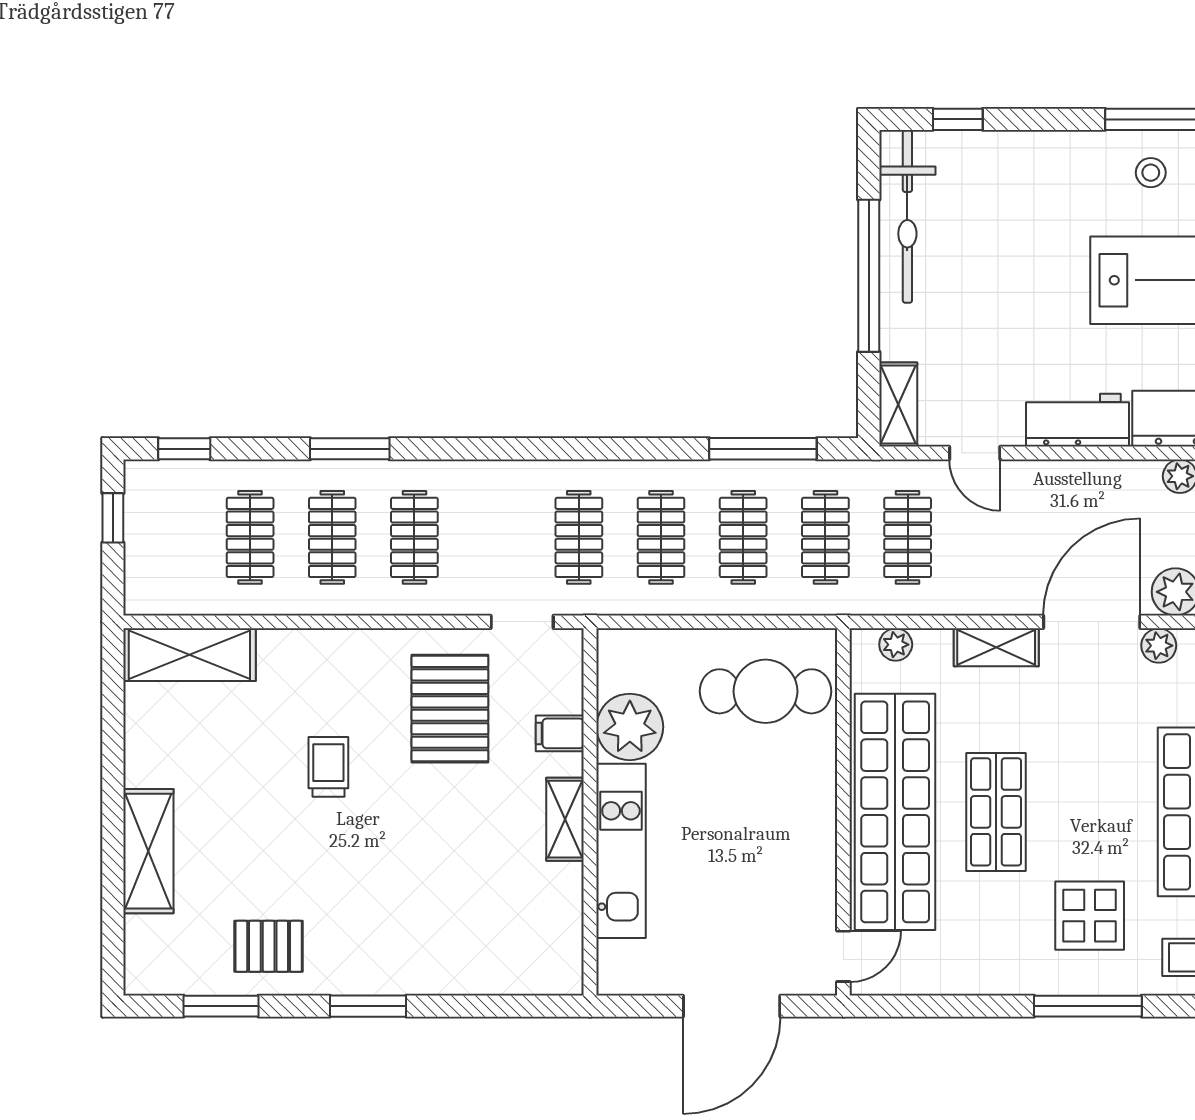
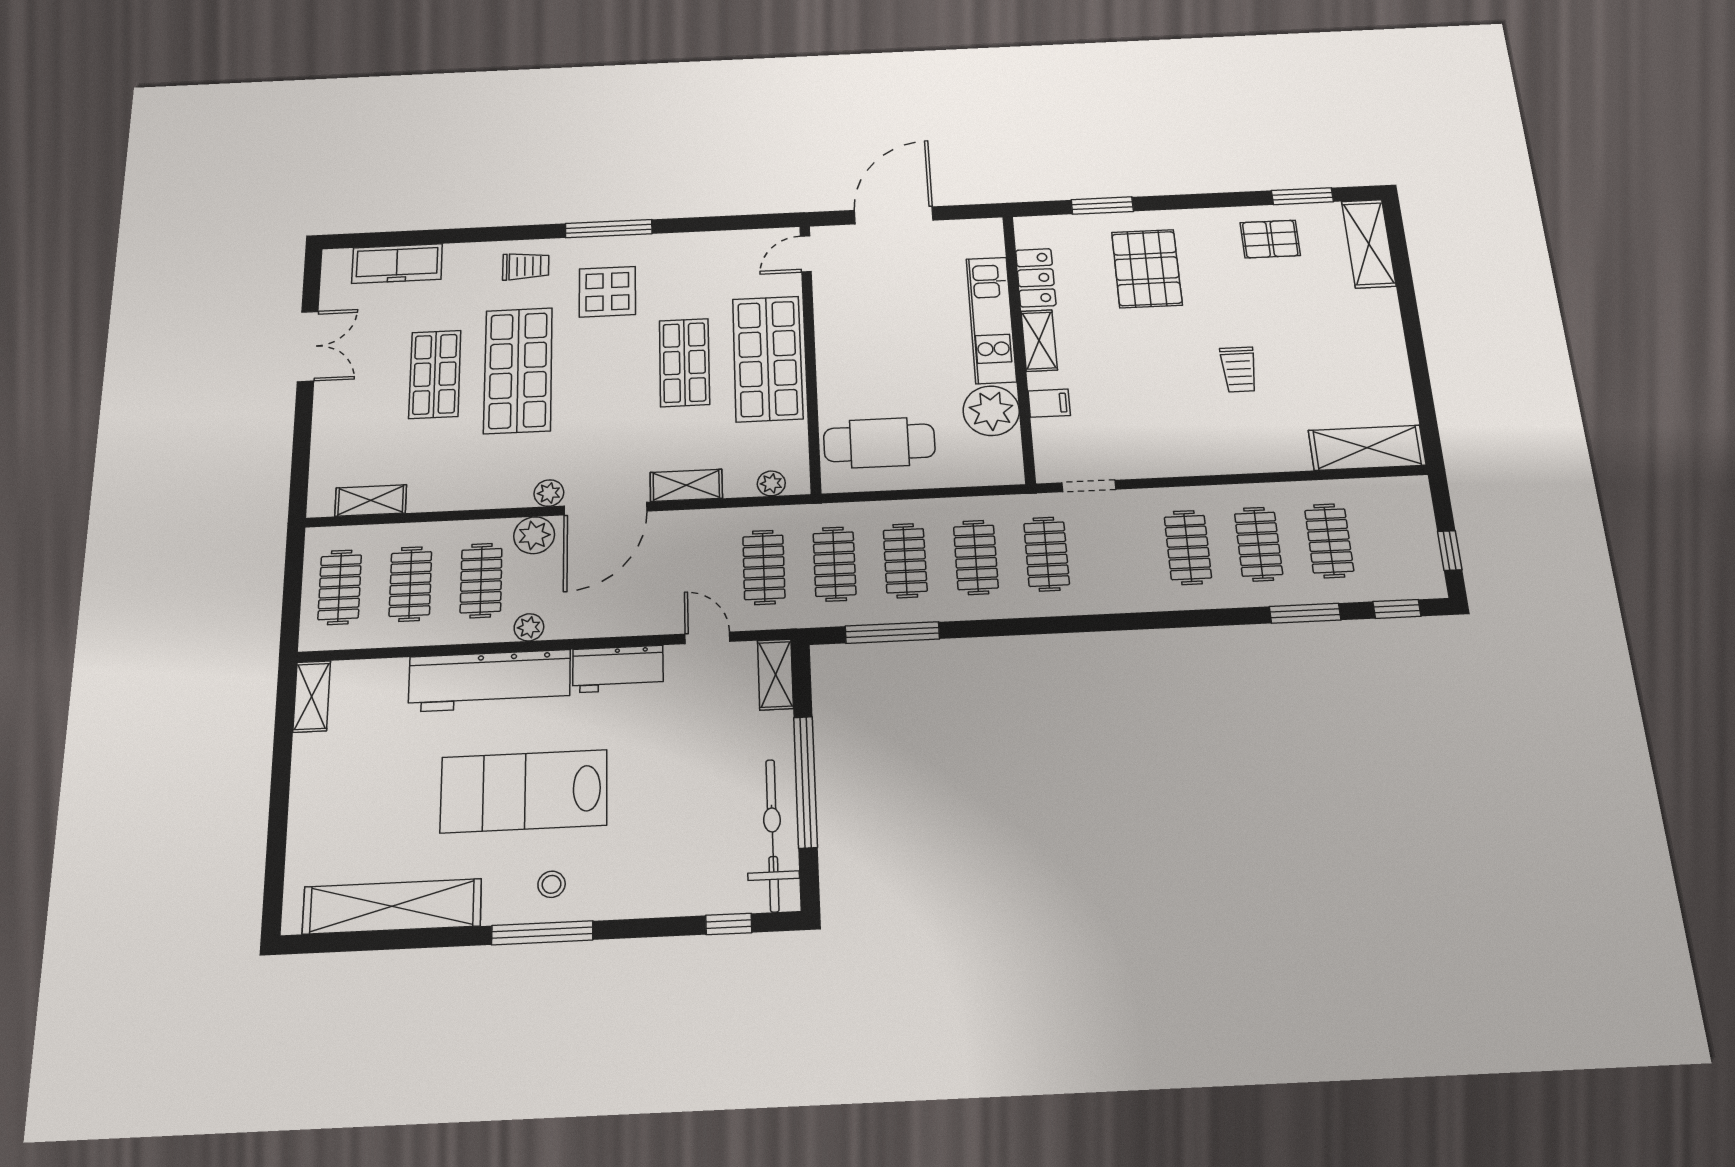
window: (350, 449) -> (1305, 613), moved
pallet: (450, 709) -> (1147, 269), moved
shop shelf: (895, 812) -> (768, 359), width x0.71
shelving: (148, 851) -> (1369, 244), moved
locker: (562, 907) -> (1036, 278), added
window: (368, 1006) -> (1102, 206), moved

